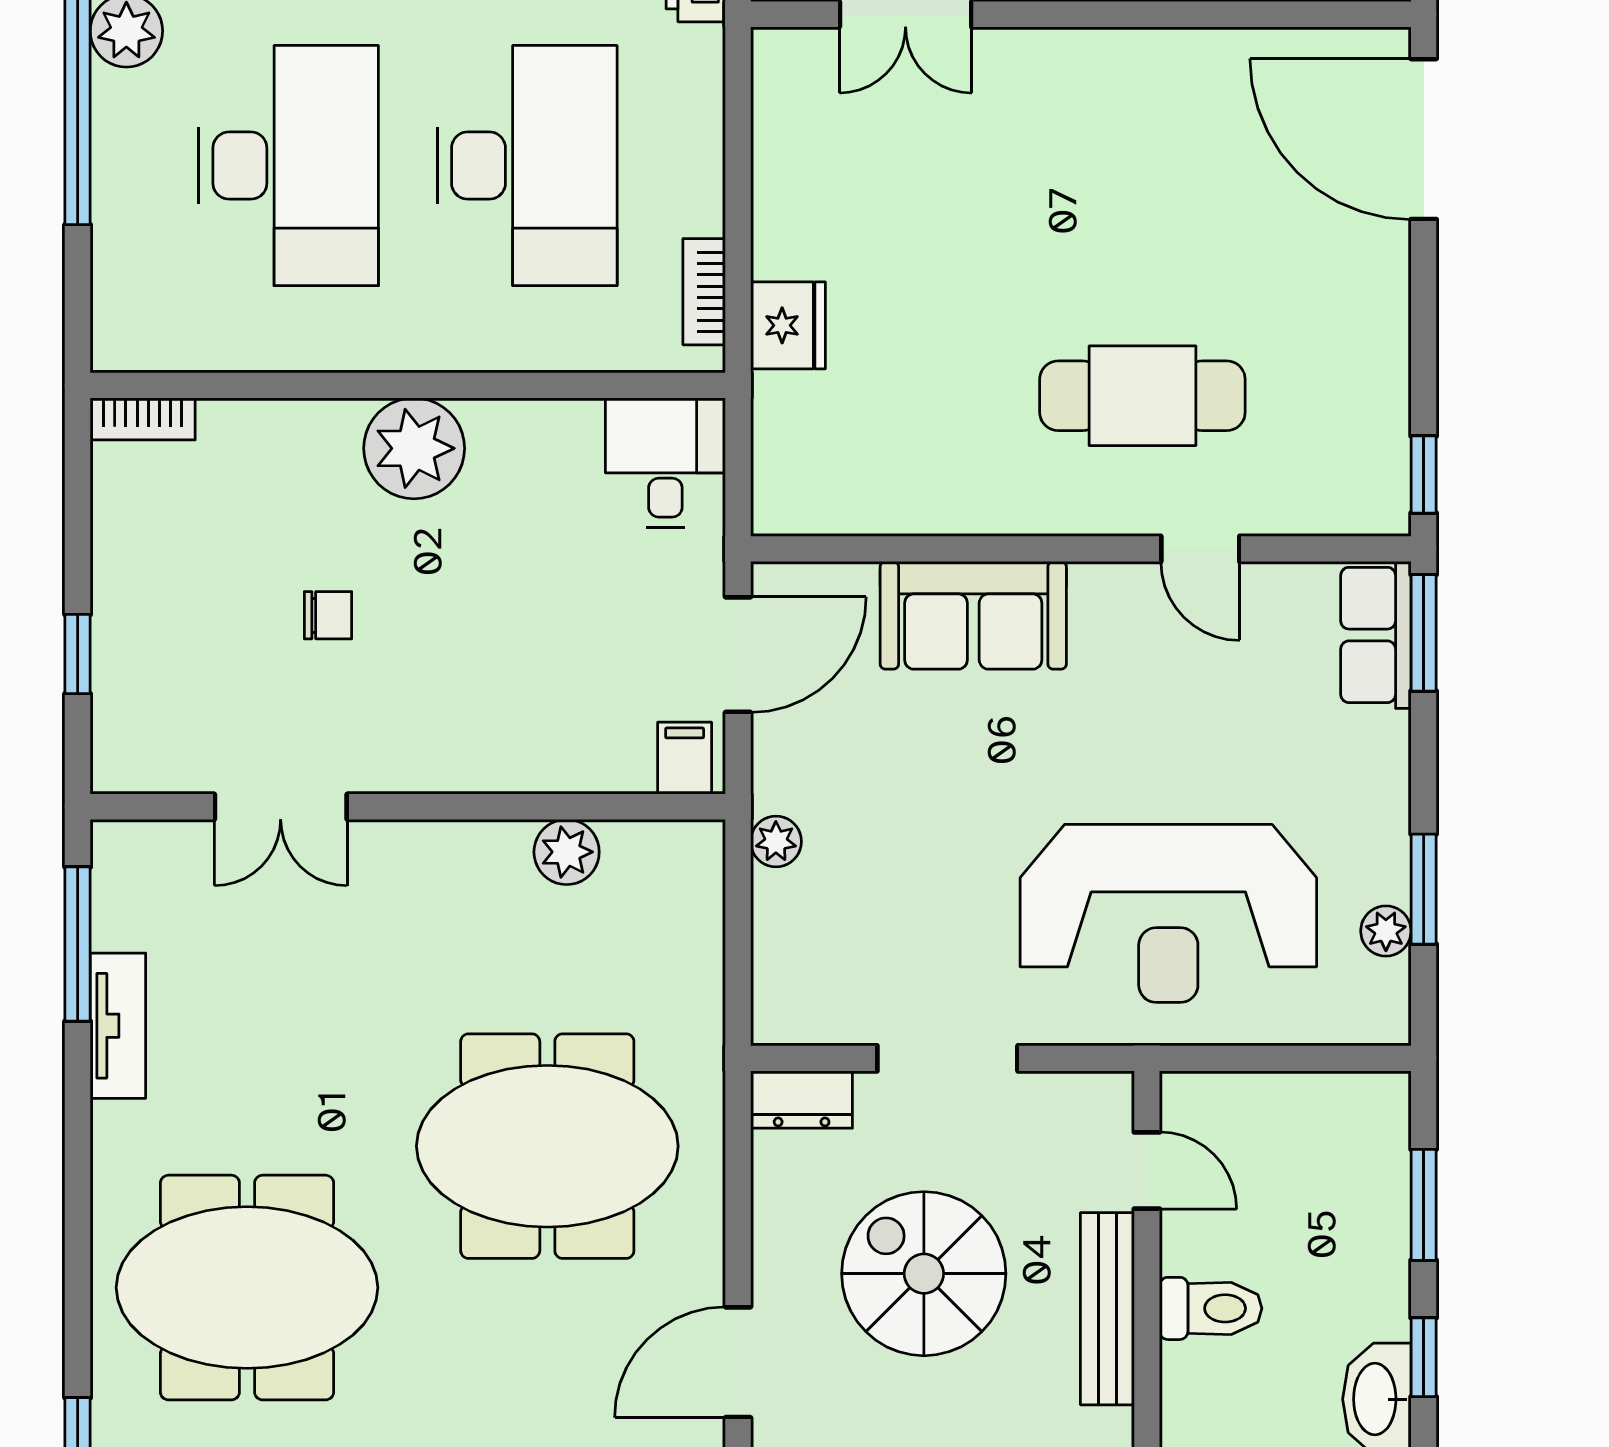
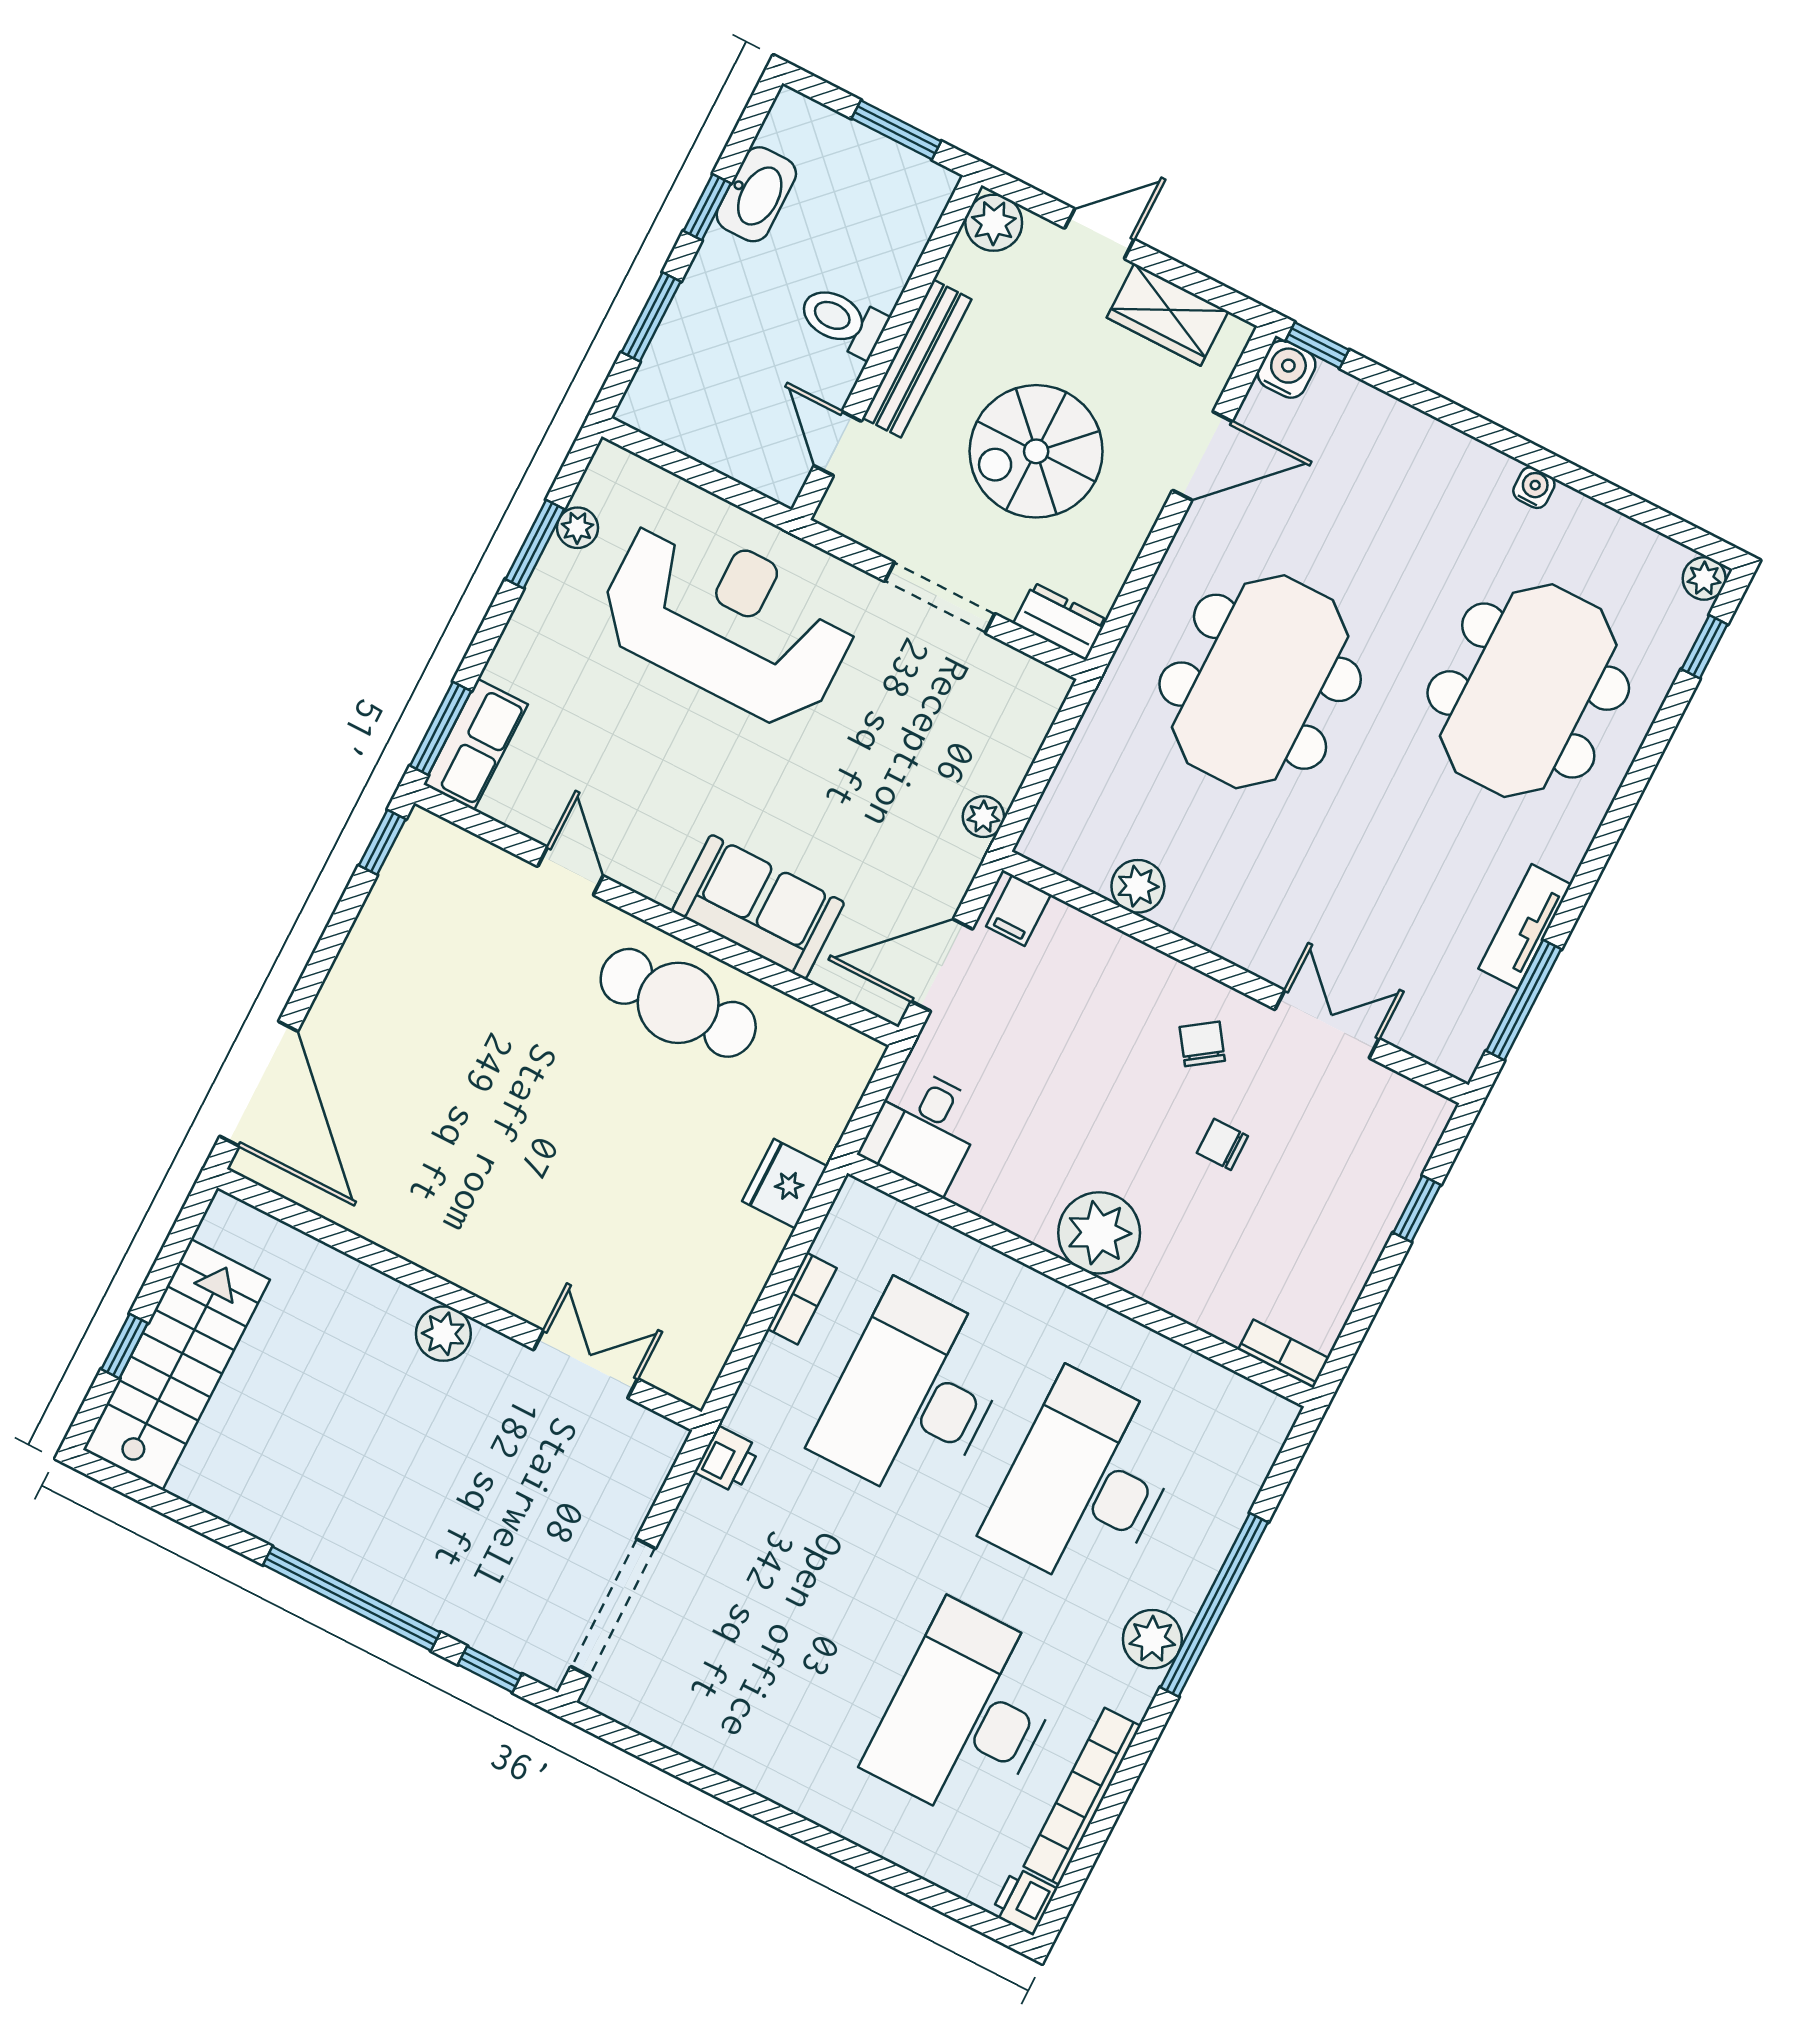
bookcase: (704, 292) -> (802, 1299), moved
cafe table: (1142, 396) -> (678, 1003), moved
chair: (407, 715) -> (1202, 1044), added
meeting table: (547, 1146) -> (1260, 682), turned 90
spiral stairs: (924, 1274) -> (1036, 451), turned 90
meeting table: (247, 1288) -> (1528, 691), turned 90

